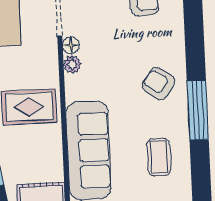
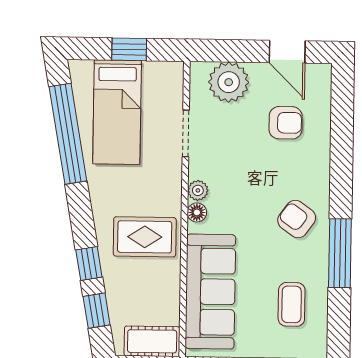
floor lamp: (71, 45) -> (197, 212), moved

